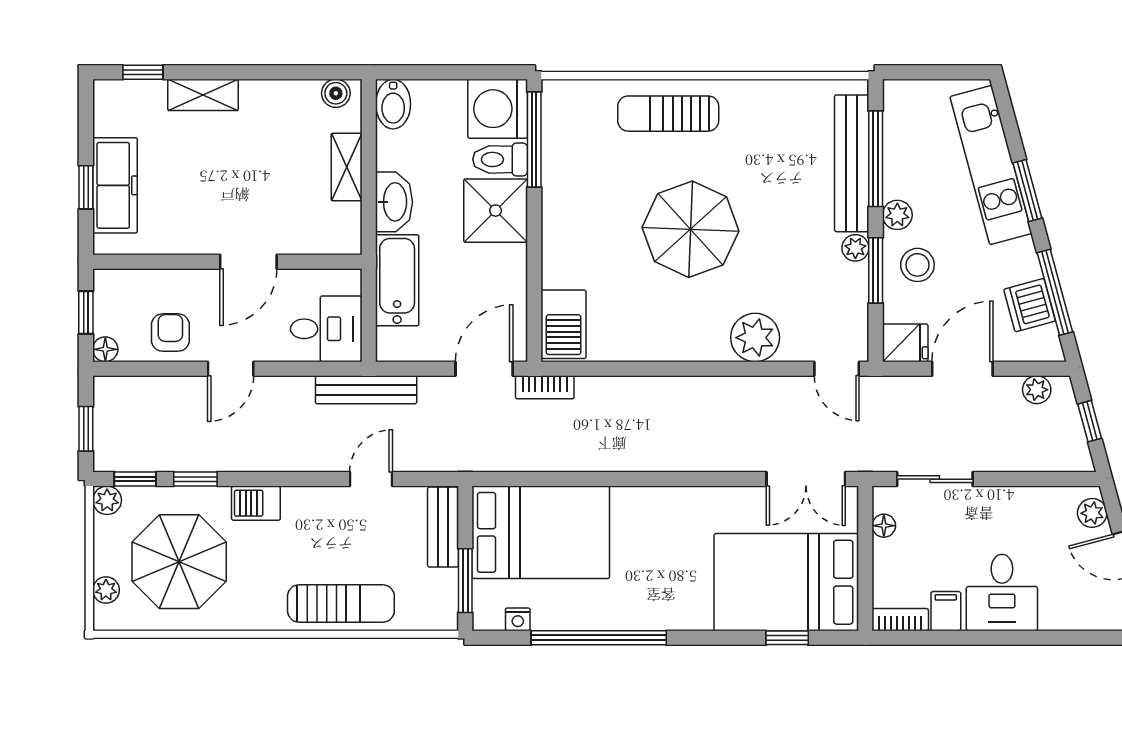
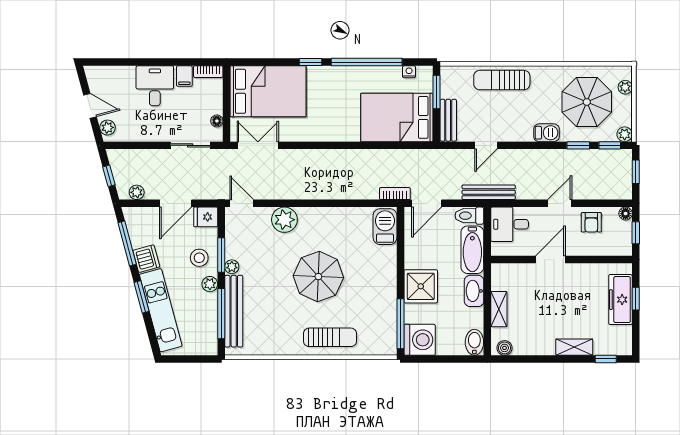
toilet: (500, 159) -> (469, 216), moved, turned 180
dishwasher: (1030, 305) -> (146, 259), moved
window: (787, 638) -> (310, 62), moved

